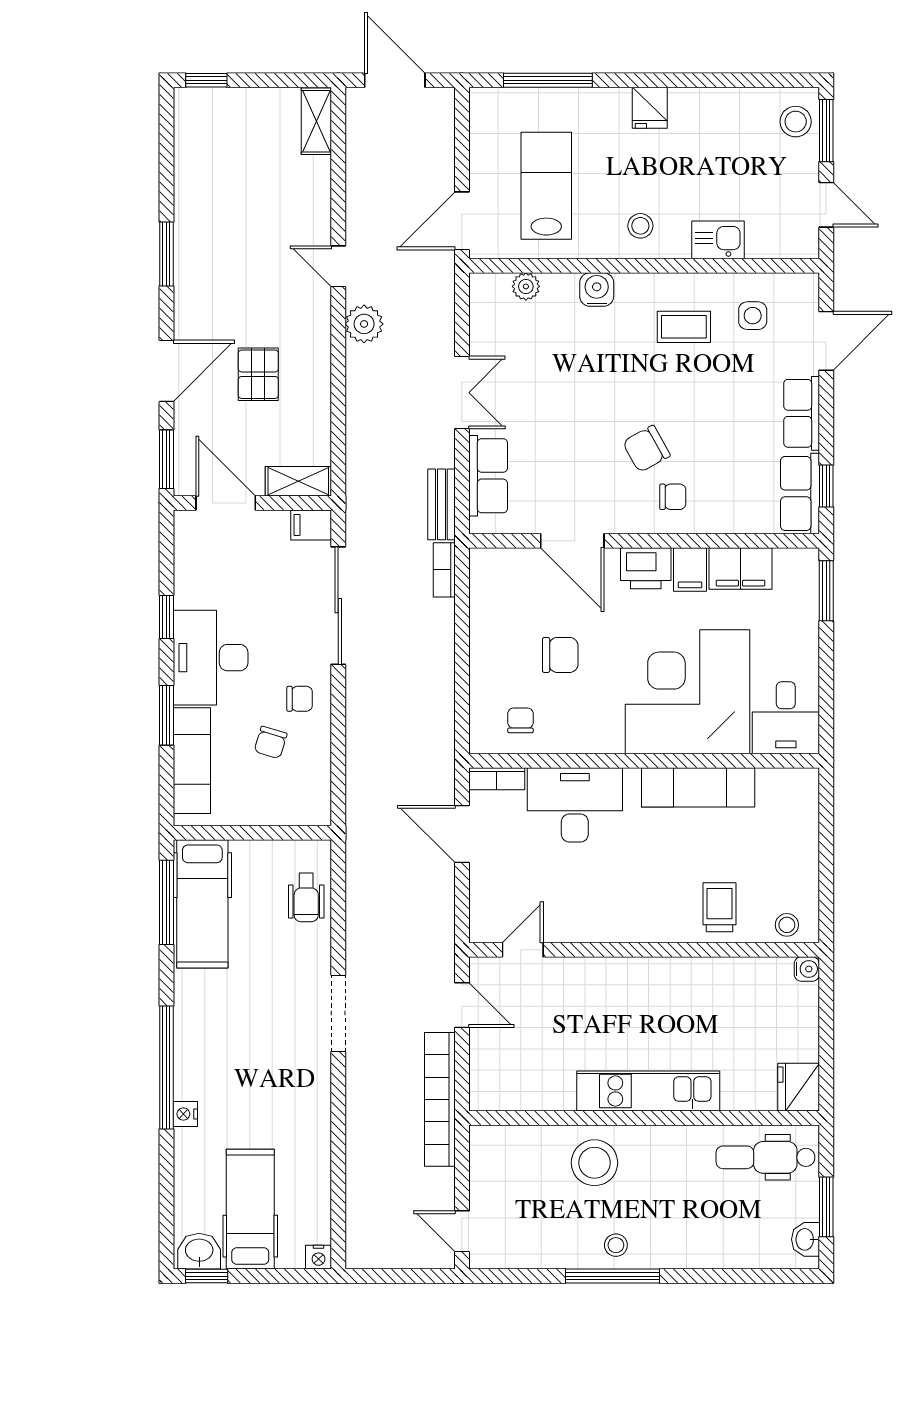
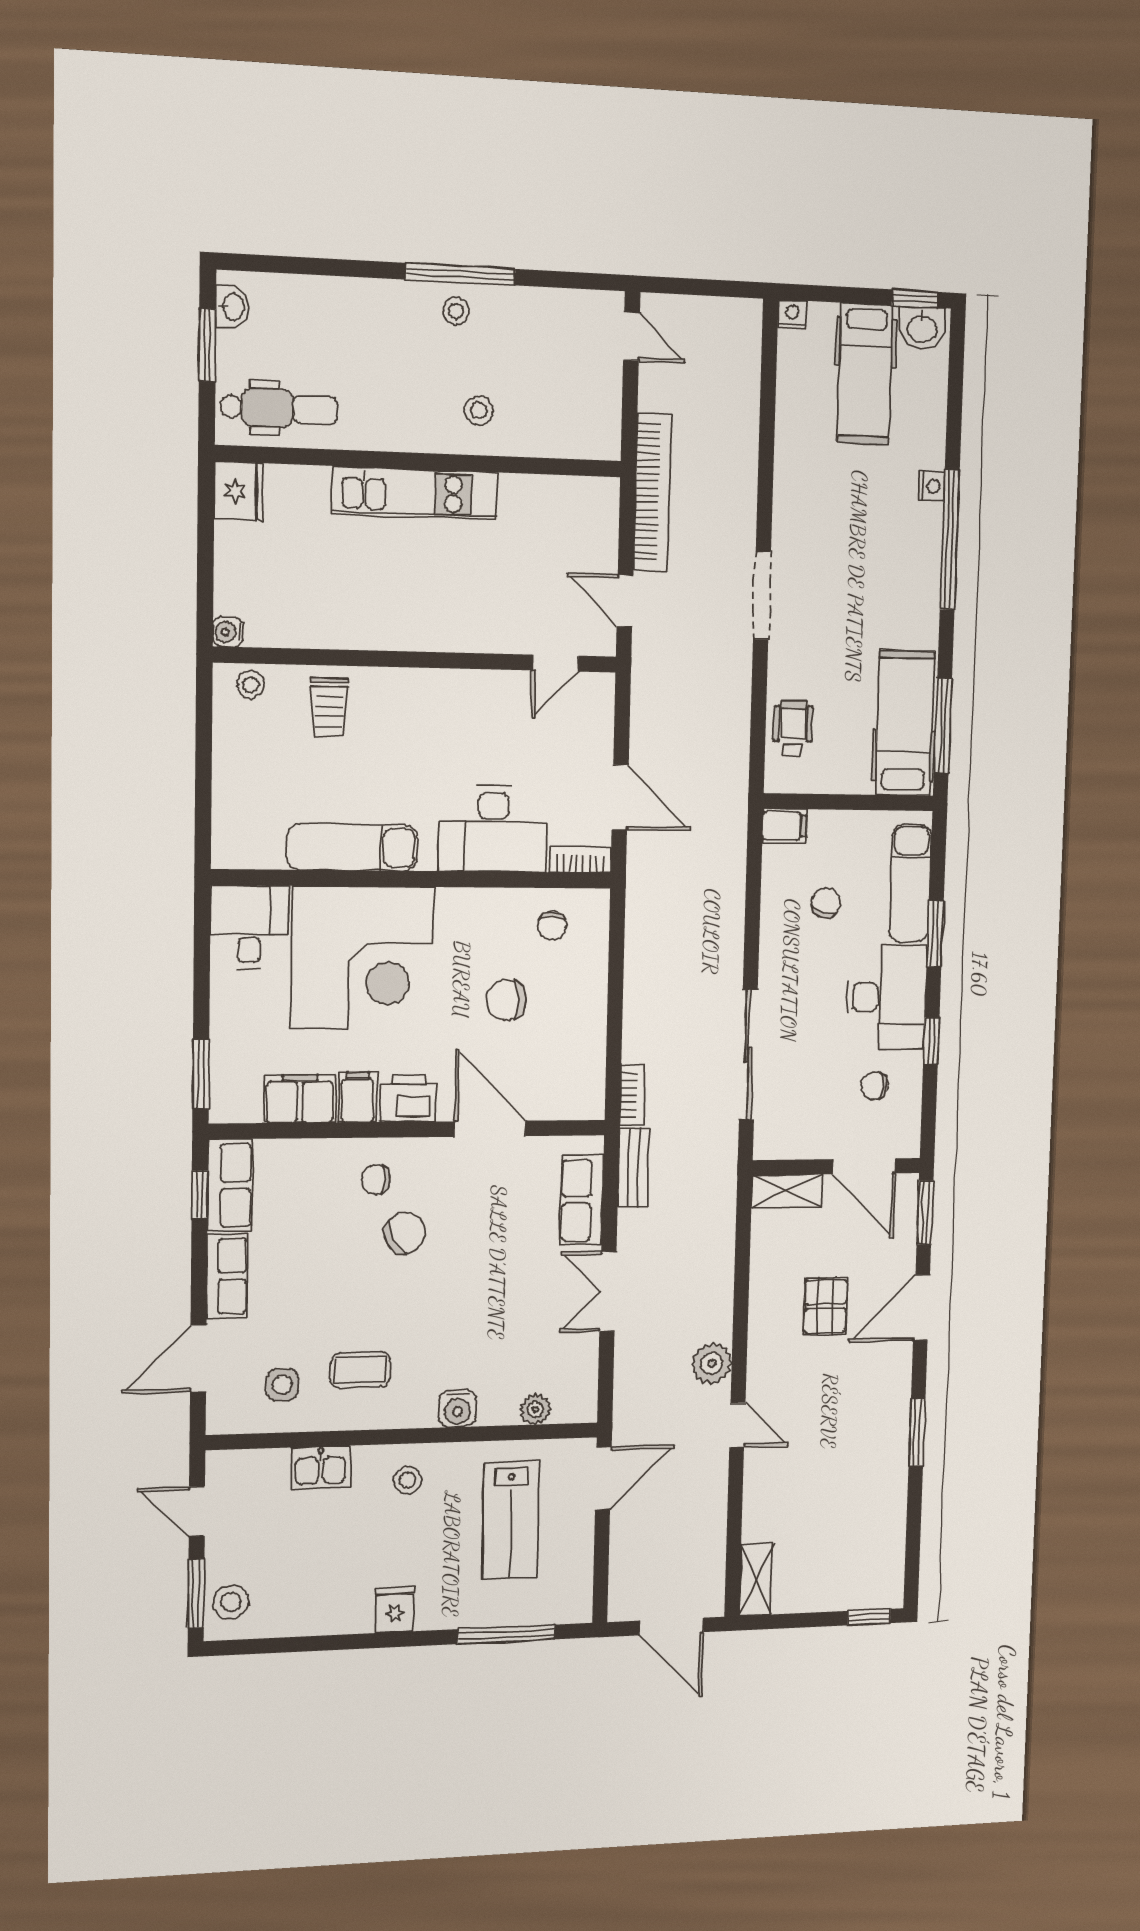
filing cabinet: (311, 525) -> (785, 826), moved
chair: (300, 699) -> (874, 1086), moved
stool: (594, 1163) -> (479, 410), width x0.53, depth x0.53

